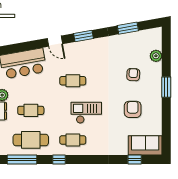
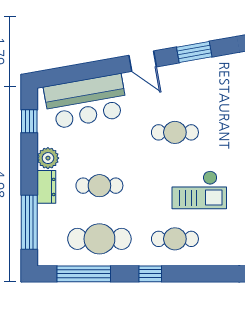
checkout: (86, 113) -> (199, 190), turned 180

